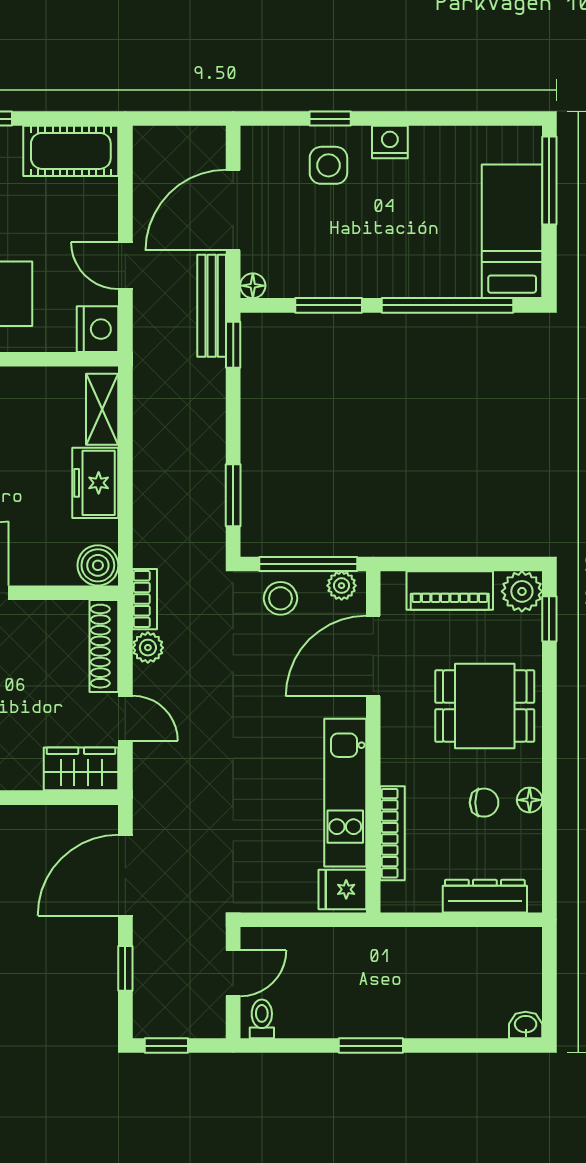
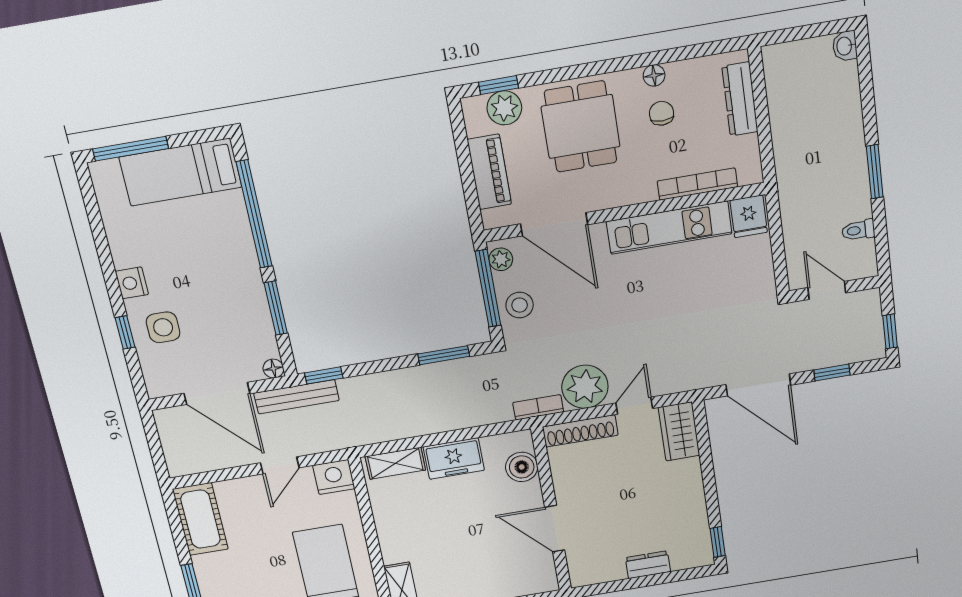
boiler: (98, 565) -> (522, 467), moved
plant: (522, 591) -> (504, 108), moved
plant: (148, 648) -> (585, 387), width x1.87, depth x1.87
toilet: (262, 1019) -> (858, 230), moved

